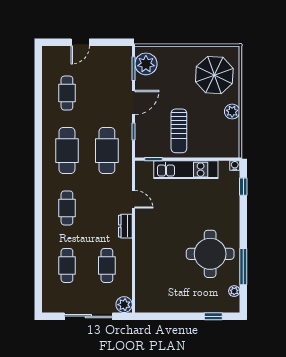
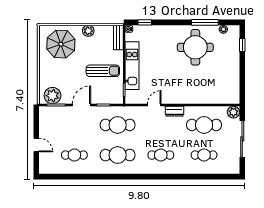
door: (134, 102) -> (81, 105), hinge flipped
bench: (223, 151) -> (118, 37), added
cafe table: (107, 265) -> (204, 125), width x1.37, depth x1.35

